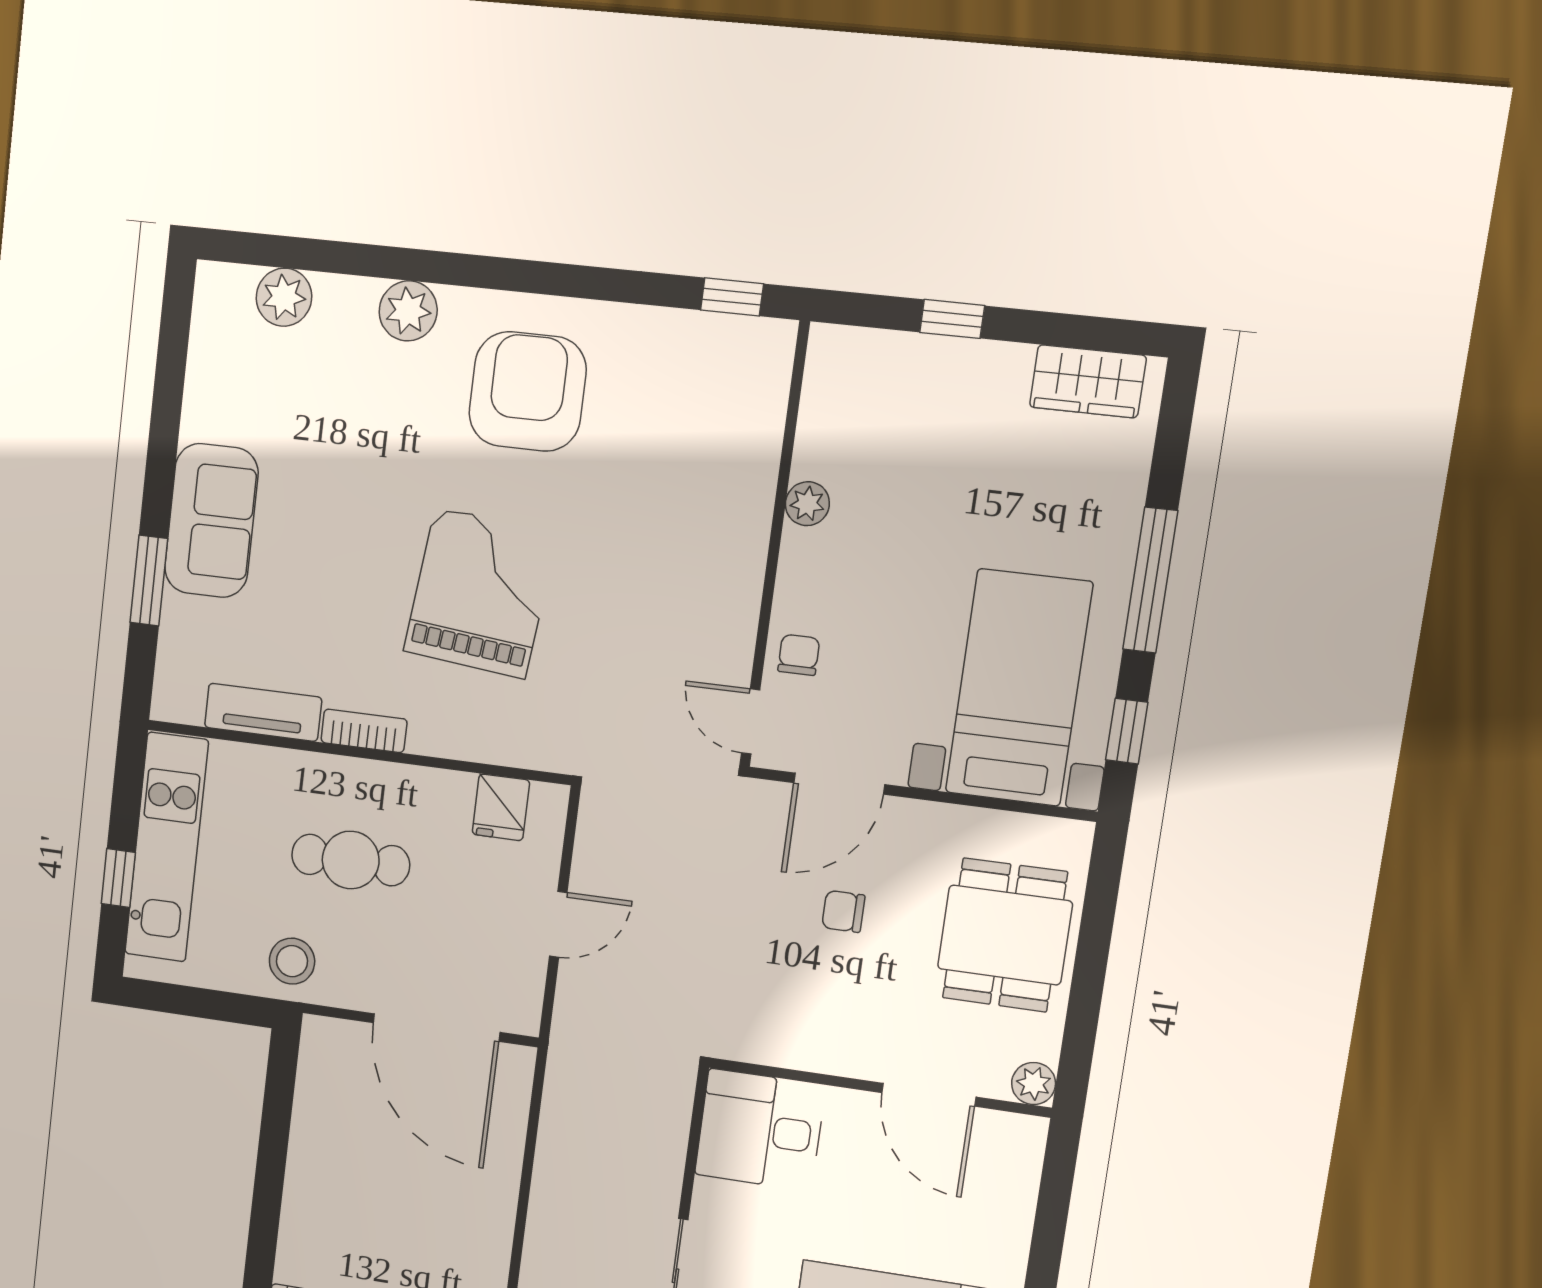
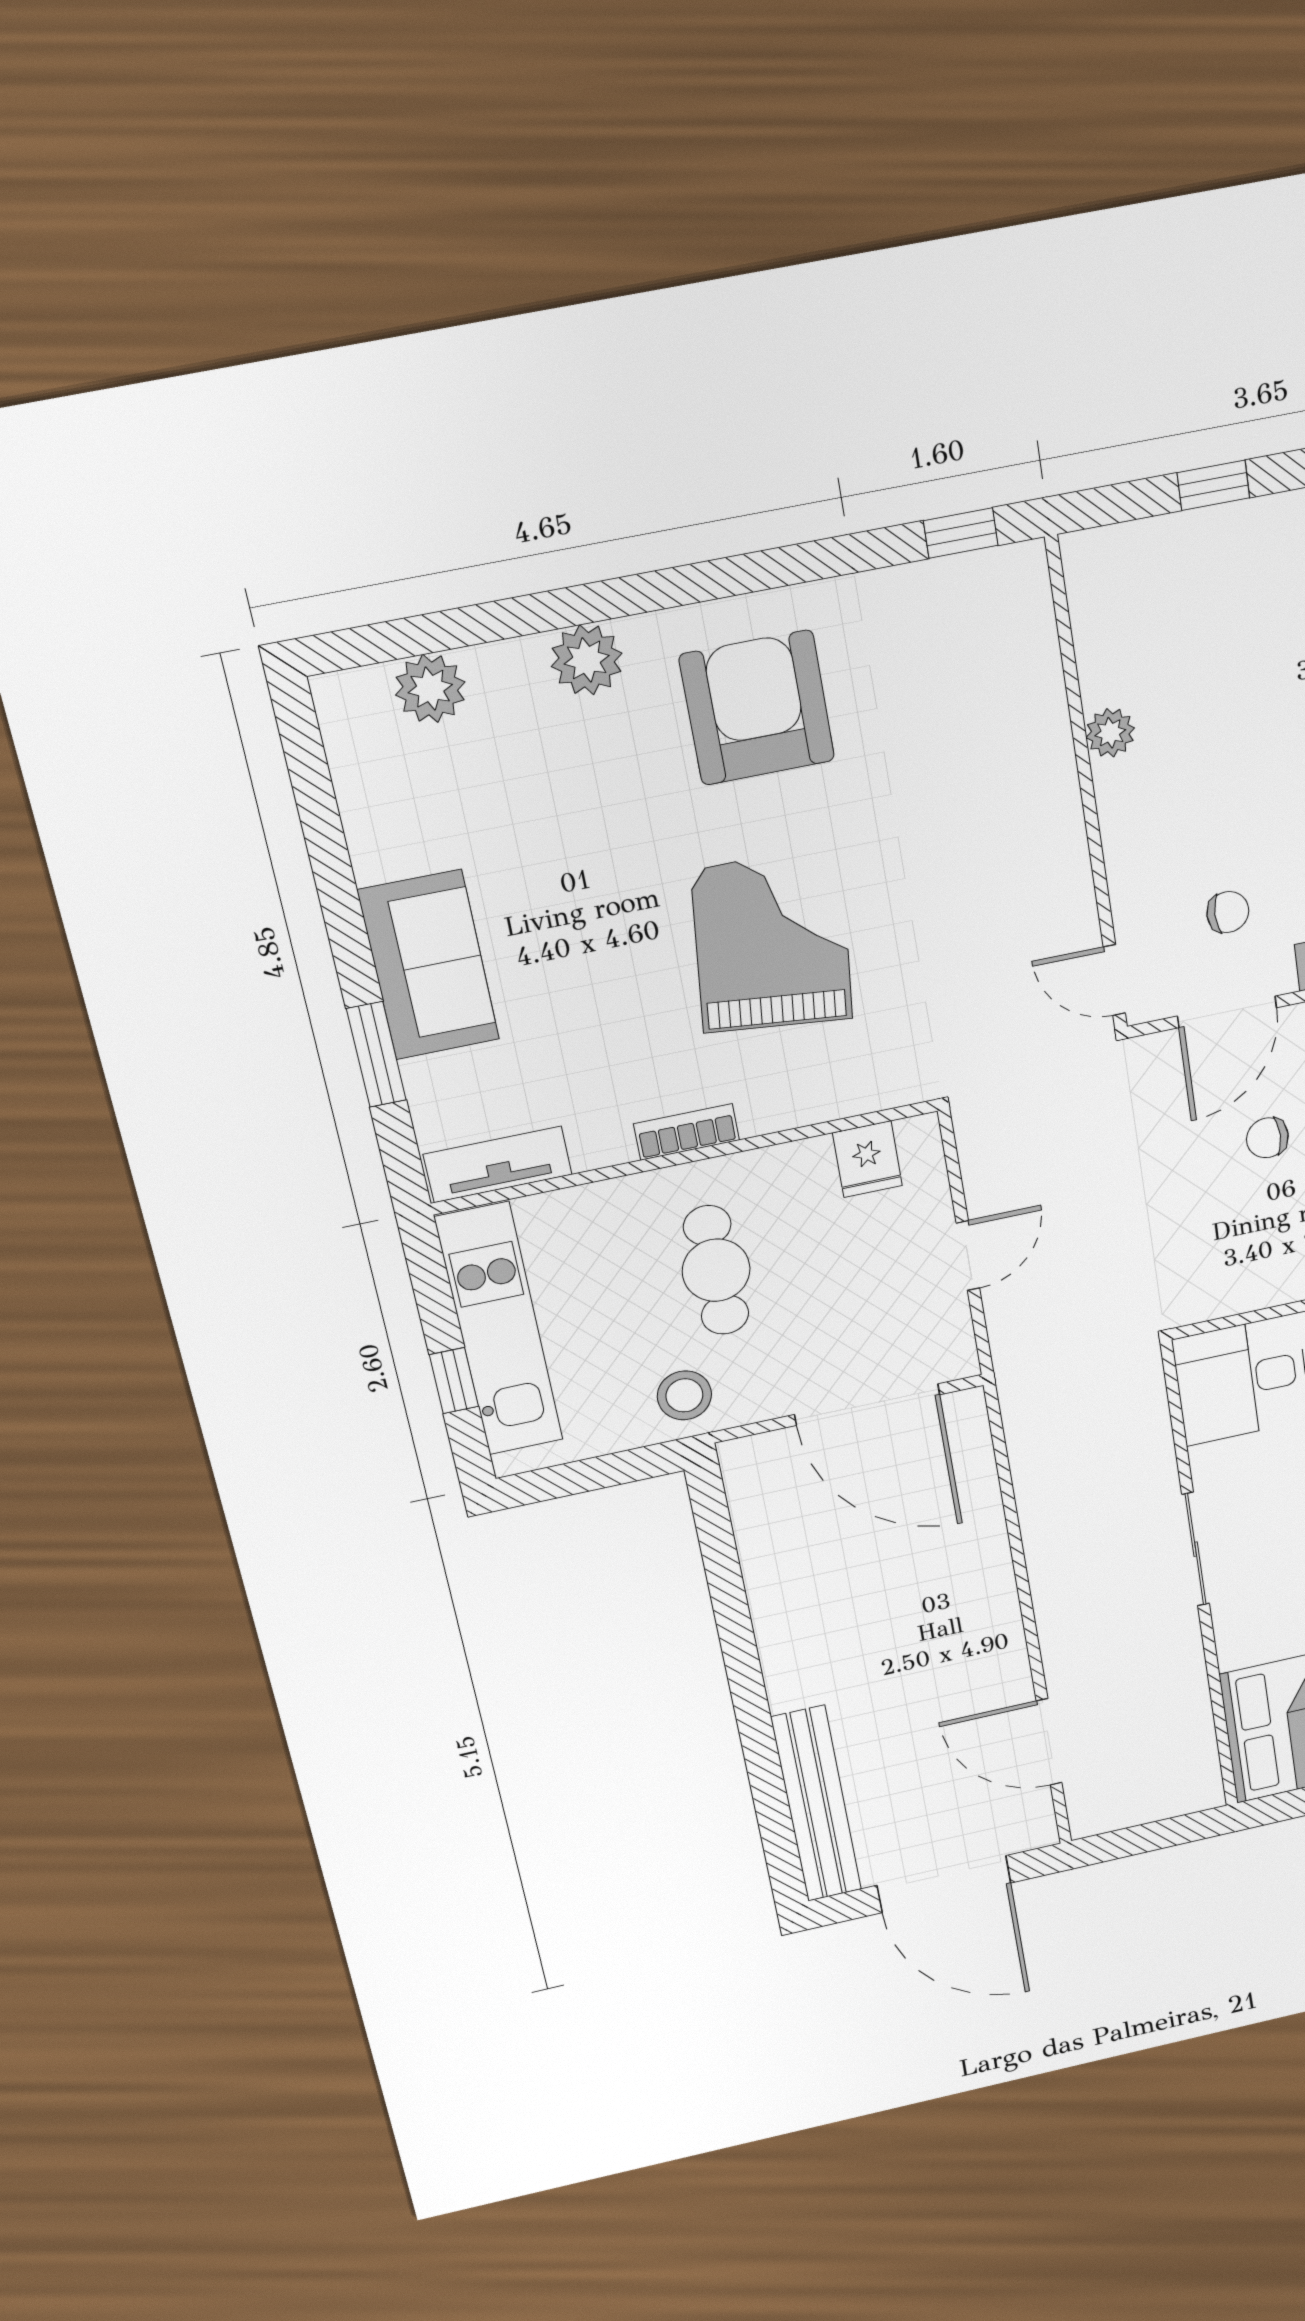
chair: (799, 655) -> (1228, 912), moved, turned 90
tv unit: (263, 712) -> (498, 1164), moved
cafe table: (351, 860) -> (716, 1270), turned 90

